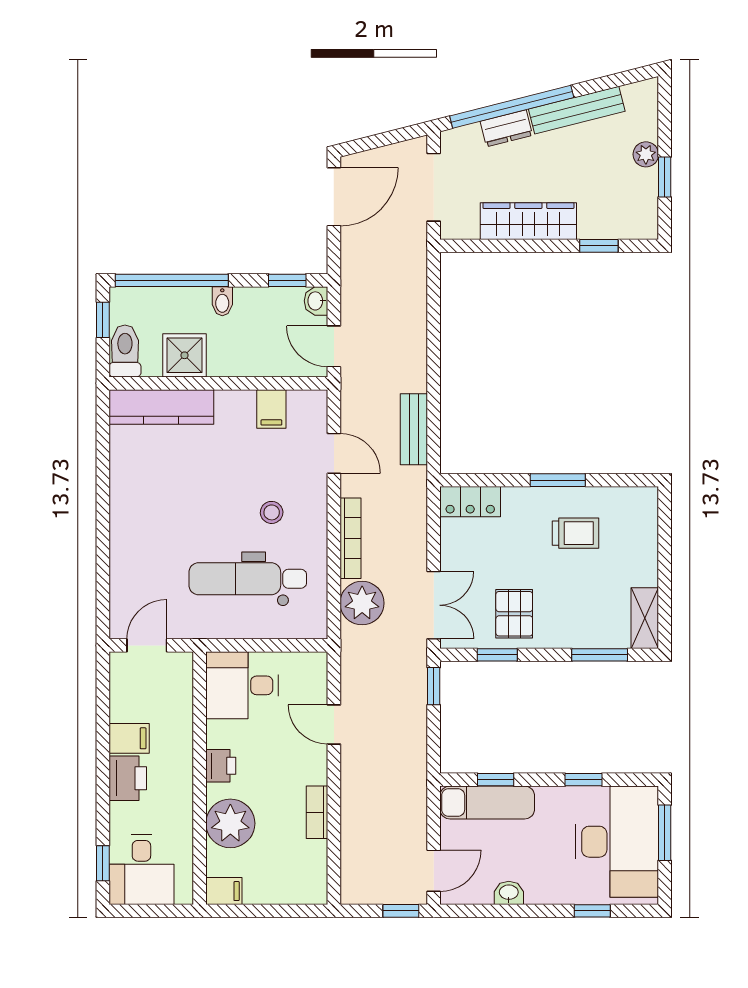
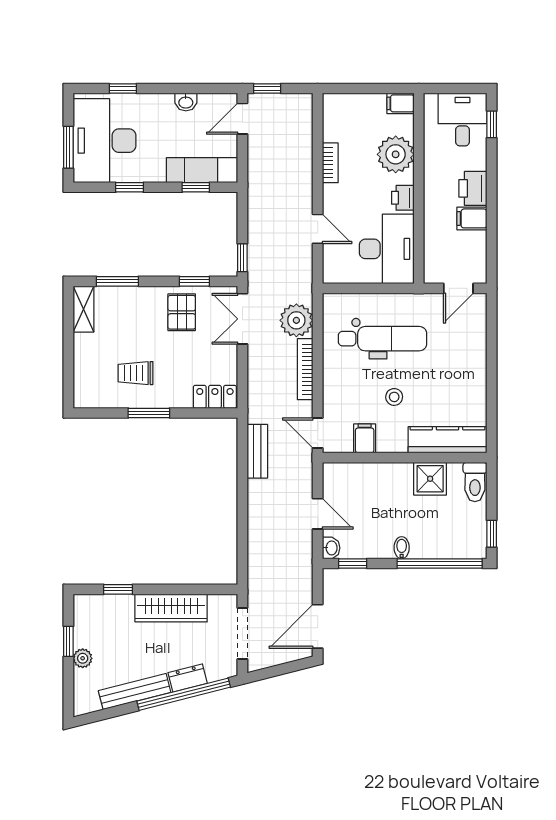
toilet: (125, 351) -> (475, 482), moved
shower: (184, 355) -> (430, 479), moved
wall: (218, 383) -> (405, 458), moved
kitchen counter: (161, 407) -> (447, 440), moved
filing cabinet: (271, 409) -> (365, 438), moved
stool: (272, 512) -> (394, 397), moved
desk: (242, 685) -> (387, 249), width x1.37

